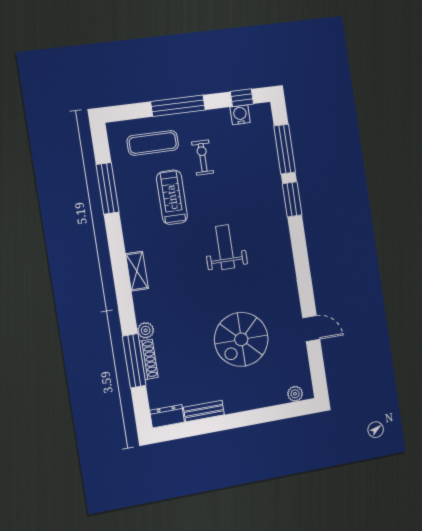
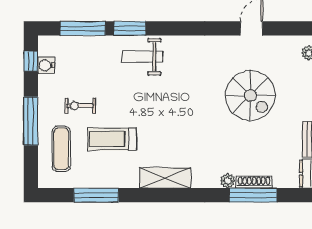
weight bench: (225, 247) -> (142, 57), moved
shelving: (137, 271) -> (165, 178), width x1.50, depth x1.33

